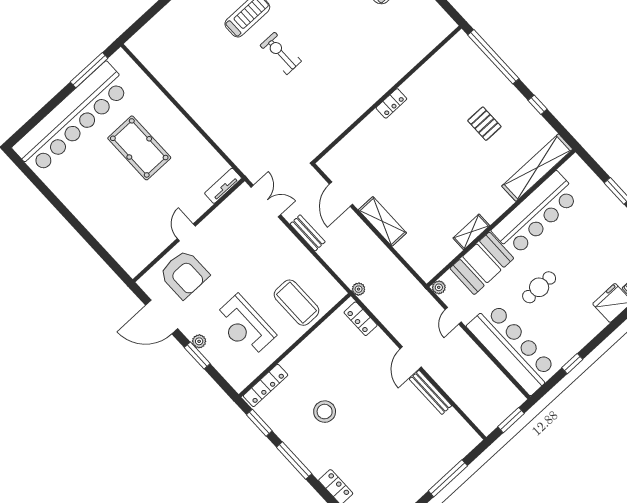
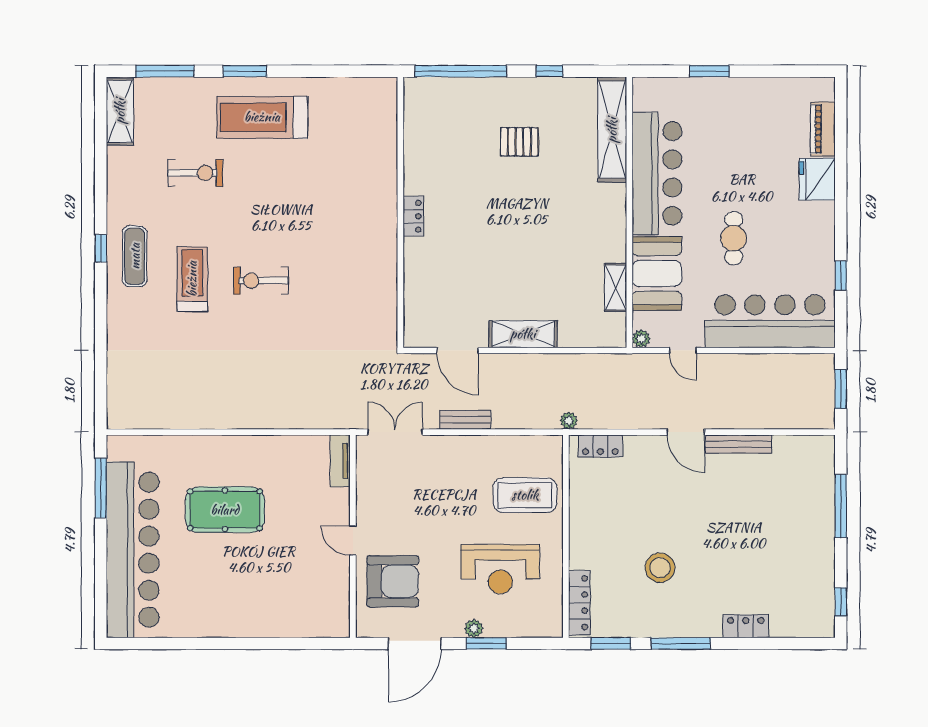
shelving: (471, 232) -> (616, 287), moved

